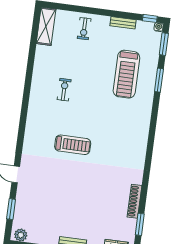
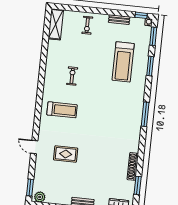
window: (151, 138) -> (145, 114), added
treadmill: (73, 145) -> (62, 110), moved
rug: (54, 184) -> (66, 154), added
window: (11, 209) -> (30, 187), moved

